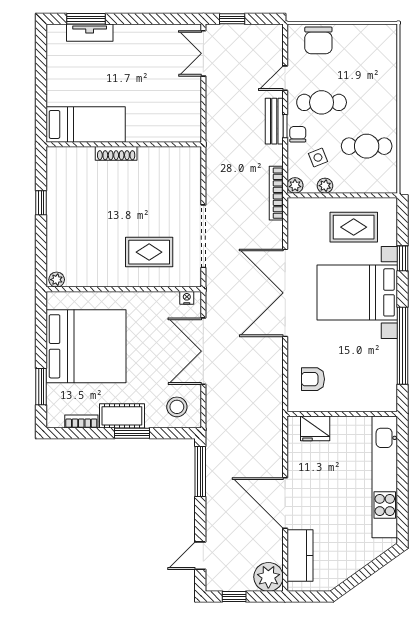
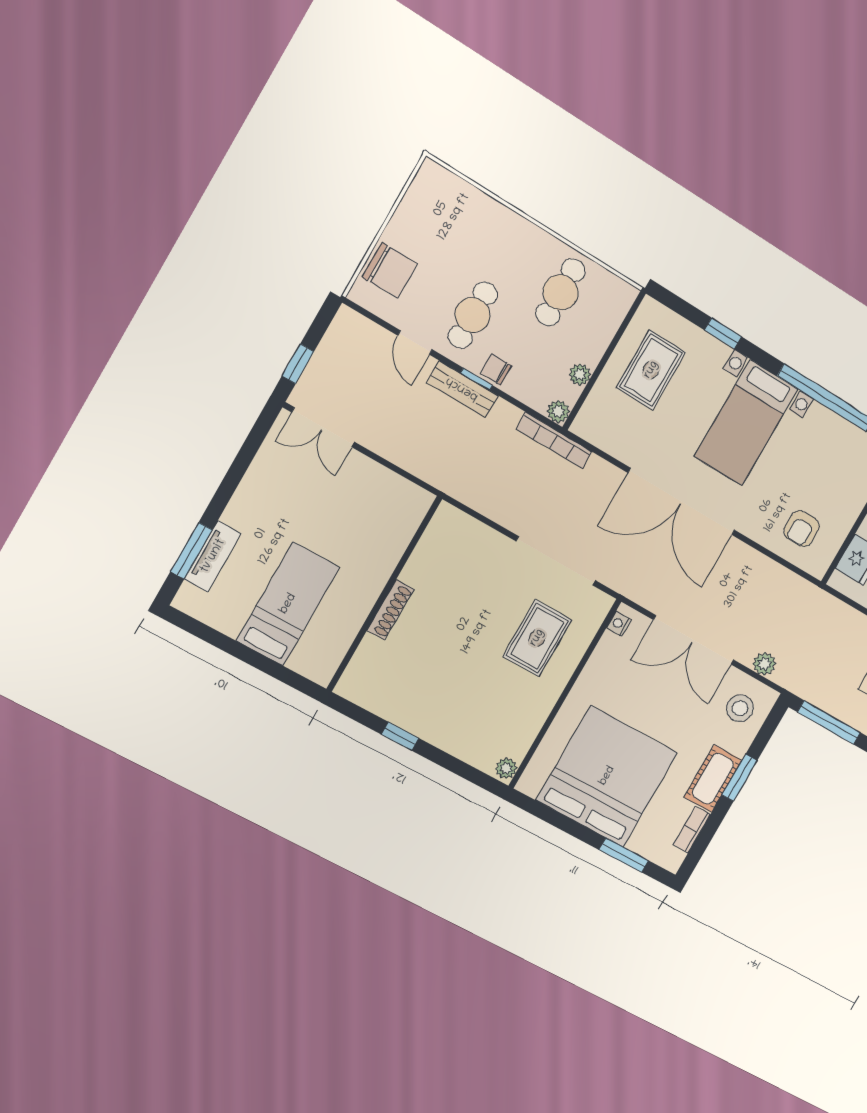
bed: (86, 124) -> (288, 604), moved
side table: (318, 157) -> (540, 362), removed
bed with nightstands: (357, 292) -> (746, 423), width x0.73
plant: (214, 406) -> (764, 664), added

